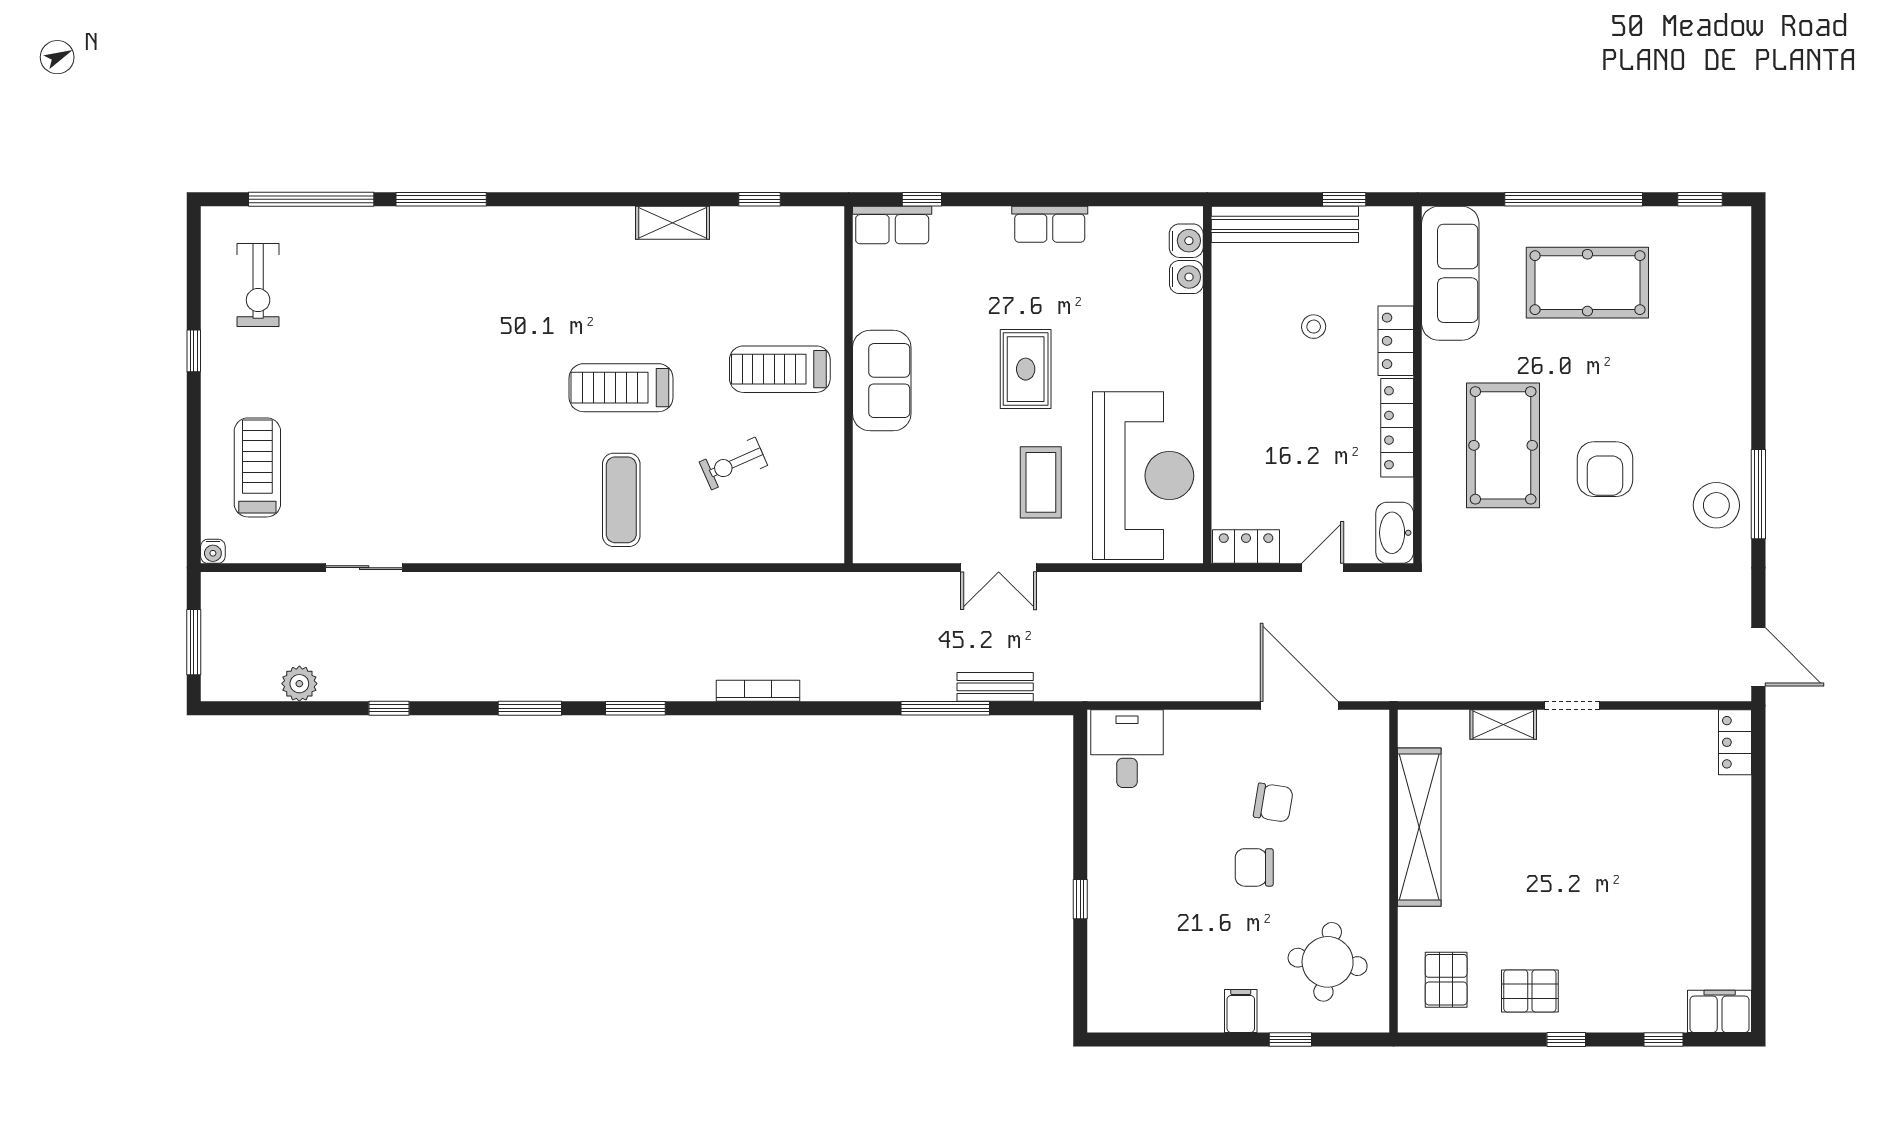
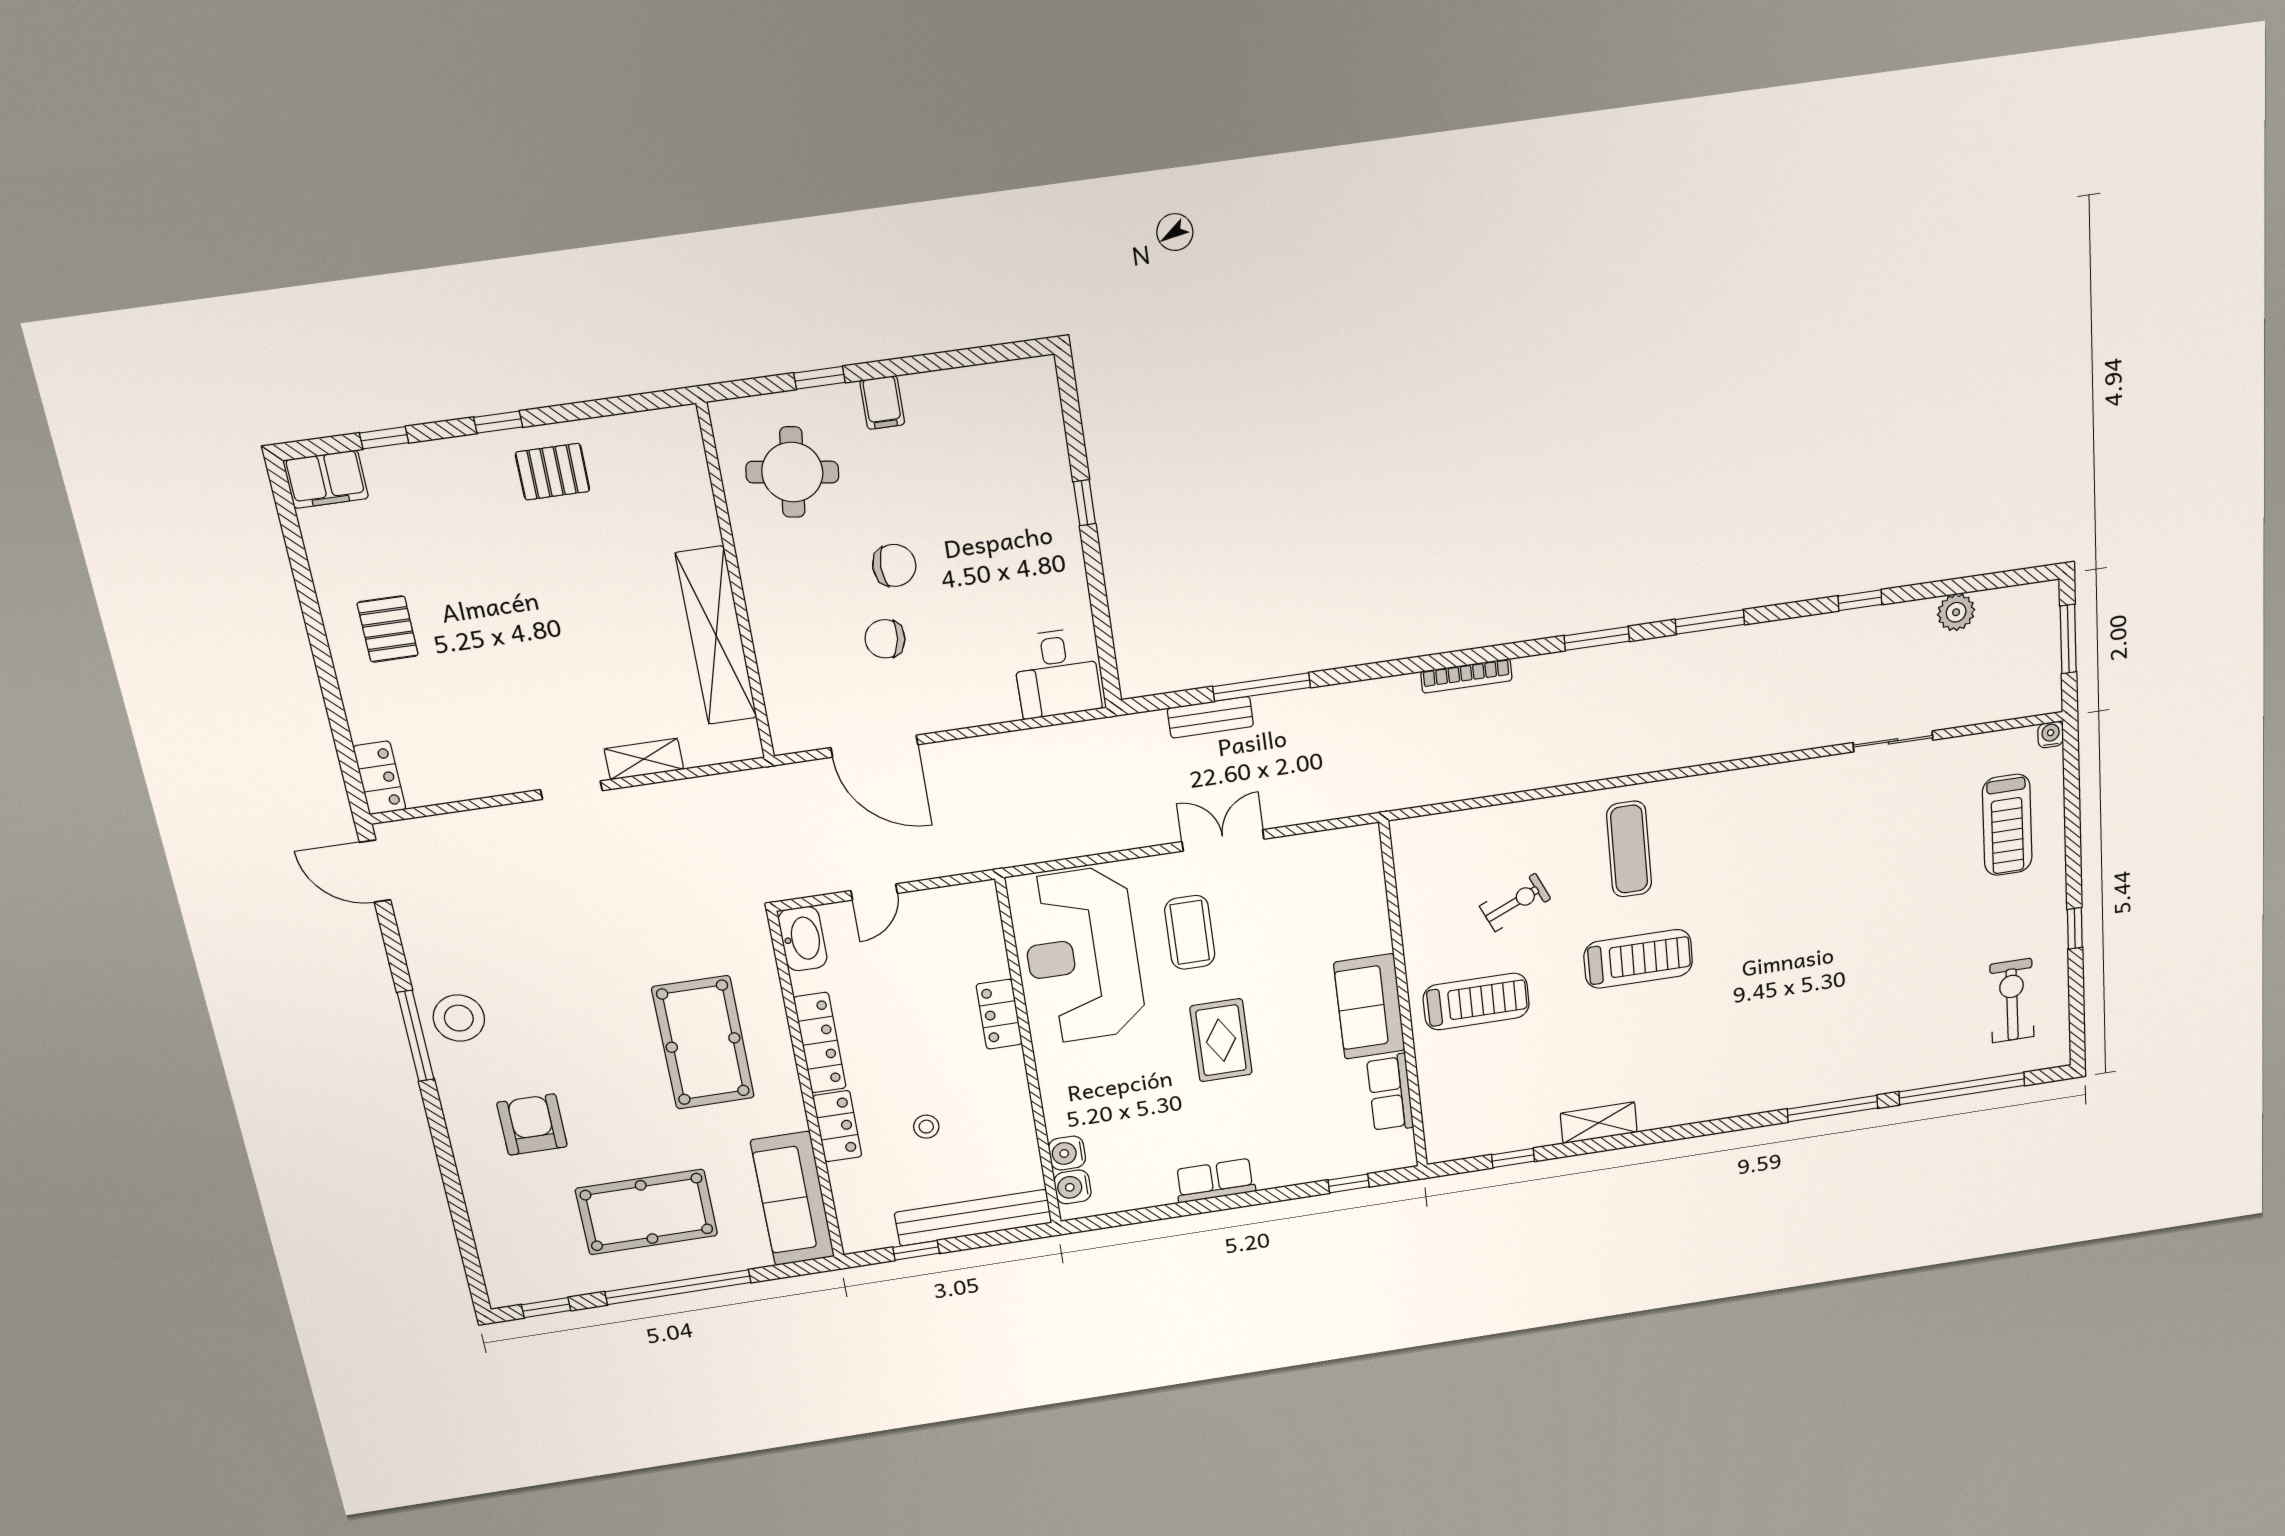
row of seats: (892, 225) -> (1390, 1093), moved, turned -90
armchair: (1605, 469) -> (532, 1125), moved
locker: (1246, 547) -> (999, 1014), moved, turned 90
pallet: (1446, 980) -> (388, 629), moved

